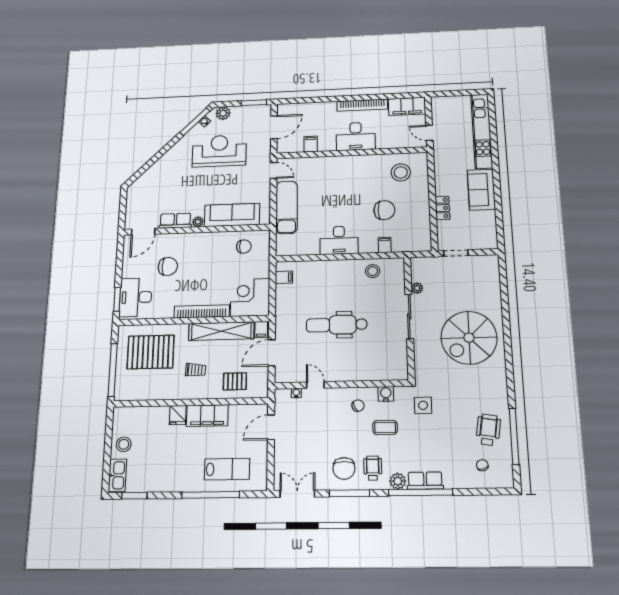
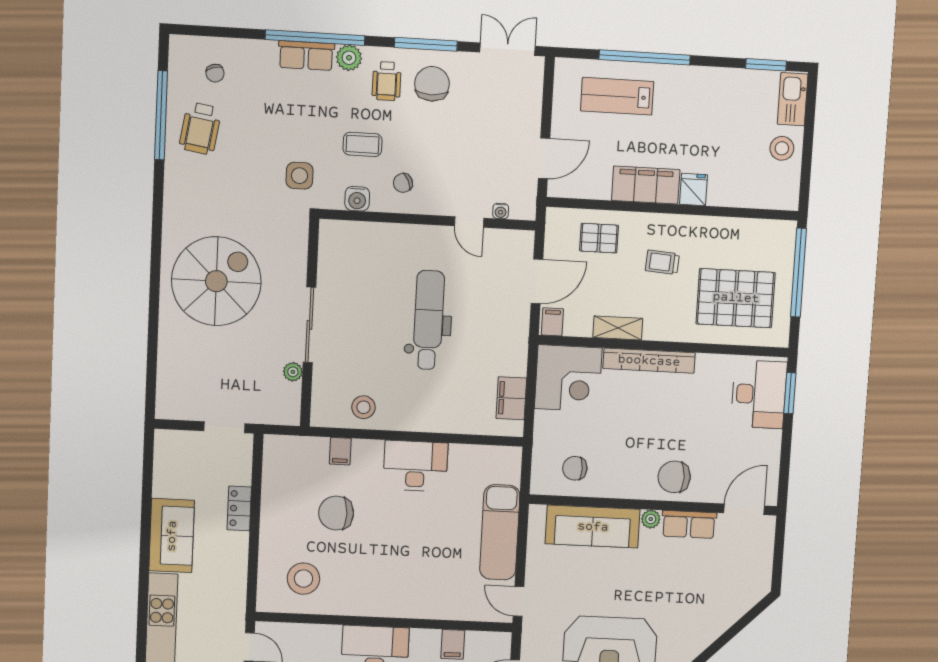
chair: (168, 266) -> (674, 477), moved
filing cabinet: (284, 277) -> (511, 398), width x2.00
dental chair: (337, 325) -> (429, 320), turned -90
shelving: (221, 331) -> (618, 328), width x0.45, depth x0.75
double door: (297, 494) -> (508, 49), swing flipped

